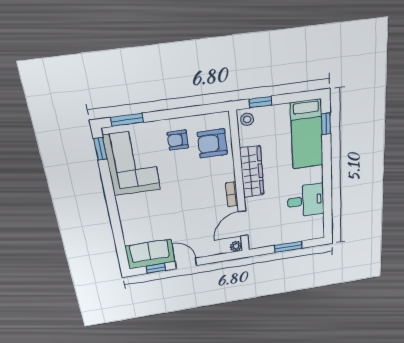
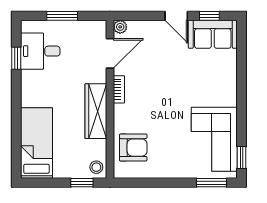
window: (326, 124) -> (16, 58), moved
armchair: (178, 140) -> (167, 156), removed
desk: (306, 201) -> (40, 51), moved

